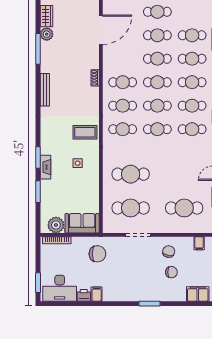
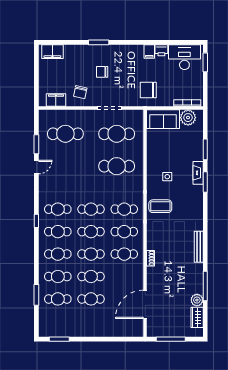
cafe table: (157, 12) -> (91, 321), removed
filing cabinet: (199, 243) -> (56, 100), width x2.00
chair: (171, 272) -> (102, 72), moved

